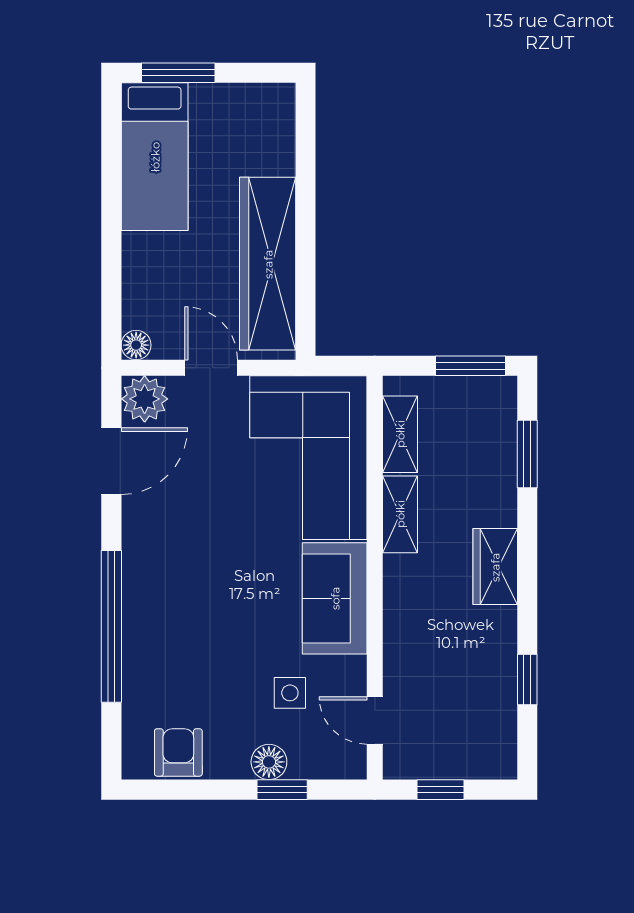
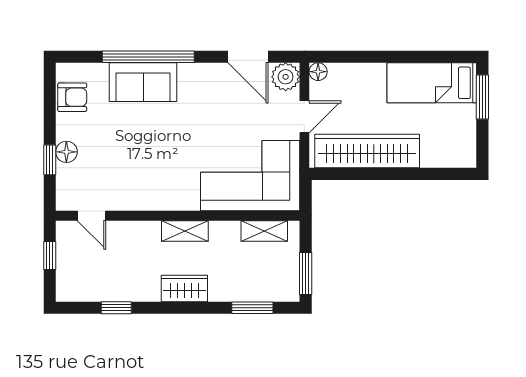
shelving: (400, 514) -> (185, 231), moved
sofa: (335, 598) -> (143, 82), moved, turned 180
side table: (290, 693) -> (108, 165), removed
door: (375, 720) -> (92, 216), swing flipped

